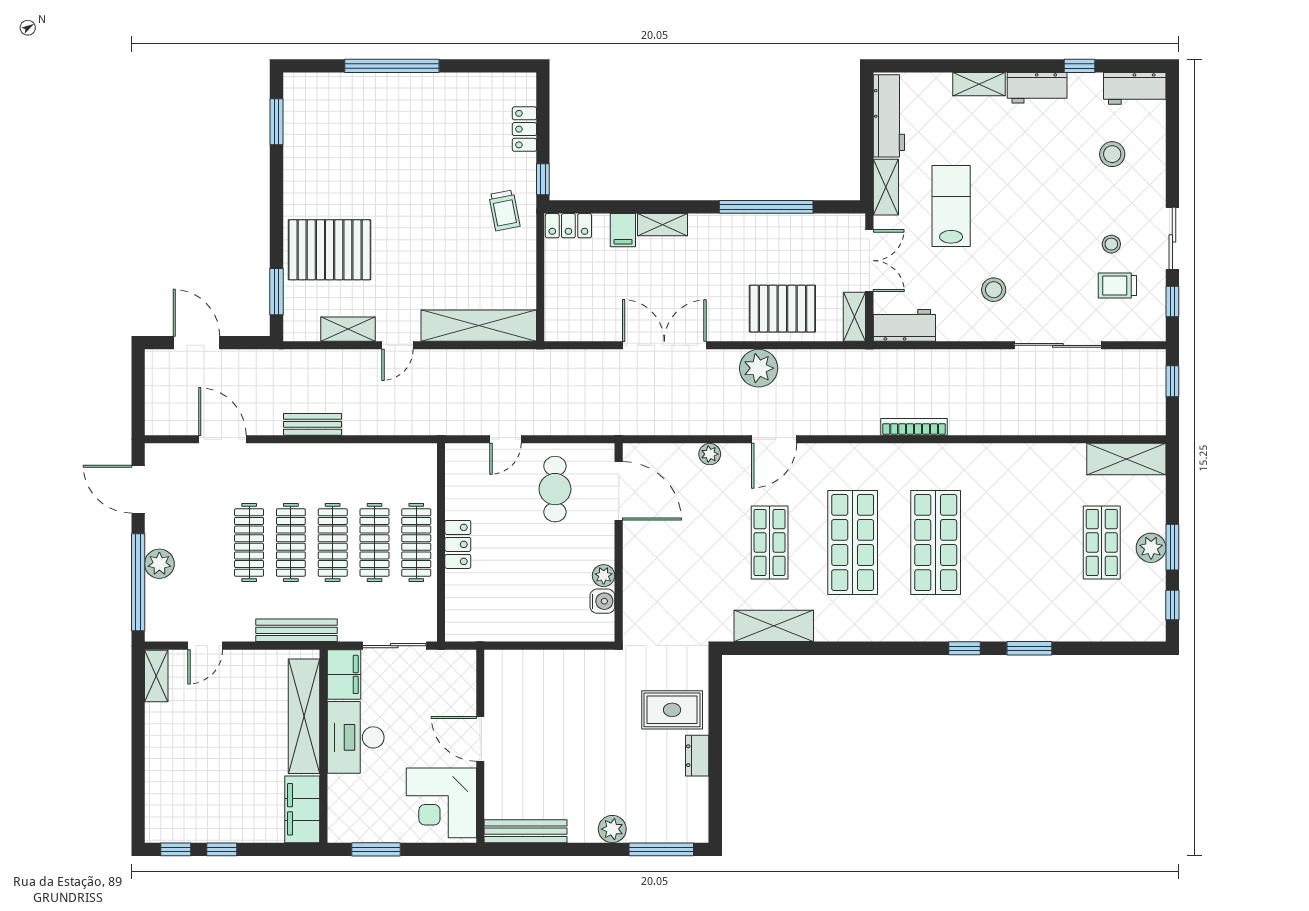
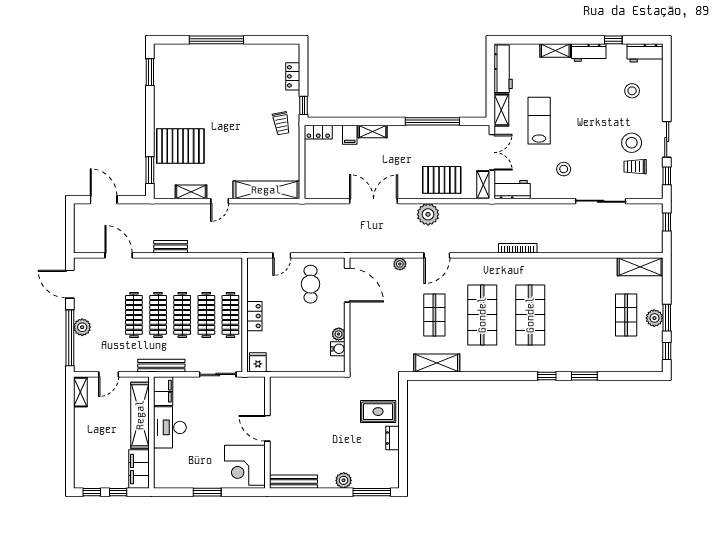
stool: (1111, 244) -> (632, 143), width x1.89, depth x1.89
fridge: (464, 625) -> (258, 362), added
filing cabinet: (344, 674) -> (163, 391), moved
shelving: (304, 716) -> (140, 415), moved
desk: (356, 737) -> (170, 427), moved
wall: (324, 746) -> (151, 433), moved
filing cabinet: (302, 809) -> (139, 469), moved

